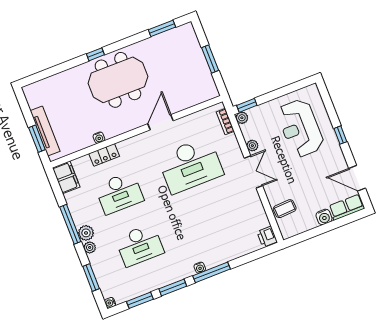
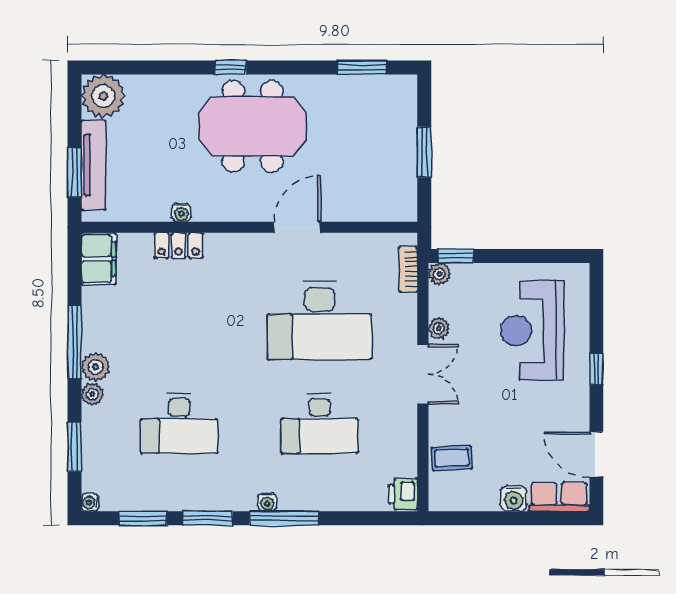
plant: (36, 94) -> (103, 96), added
desk: (119, 193) -> (320, 424), moved

